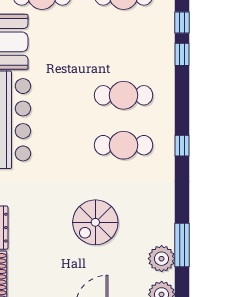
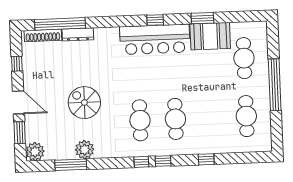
window: (182, 22) -> (163, 161), moved
plant: (162, 259) -> (85, 150), moved

